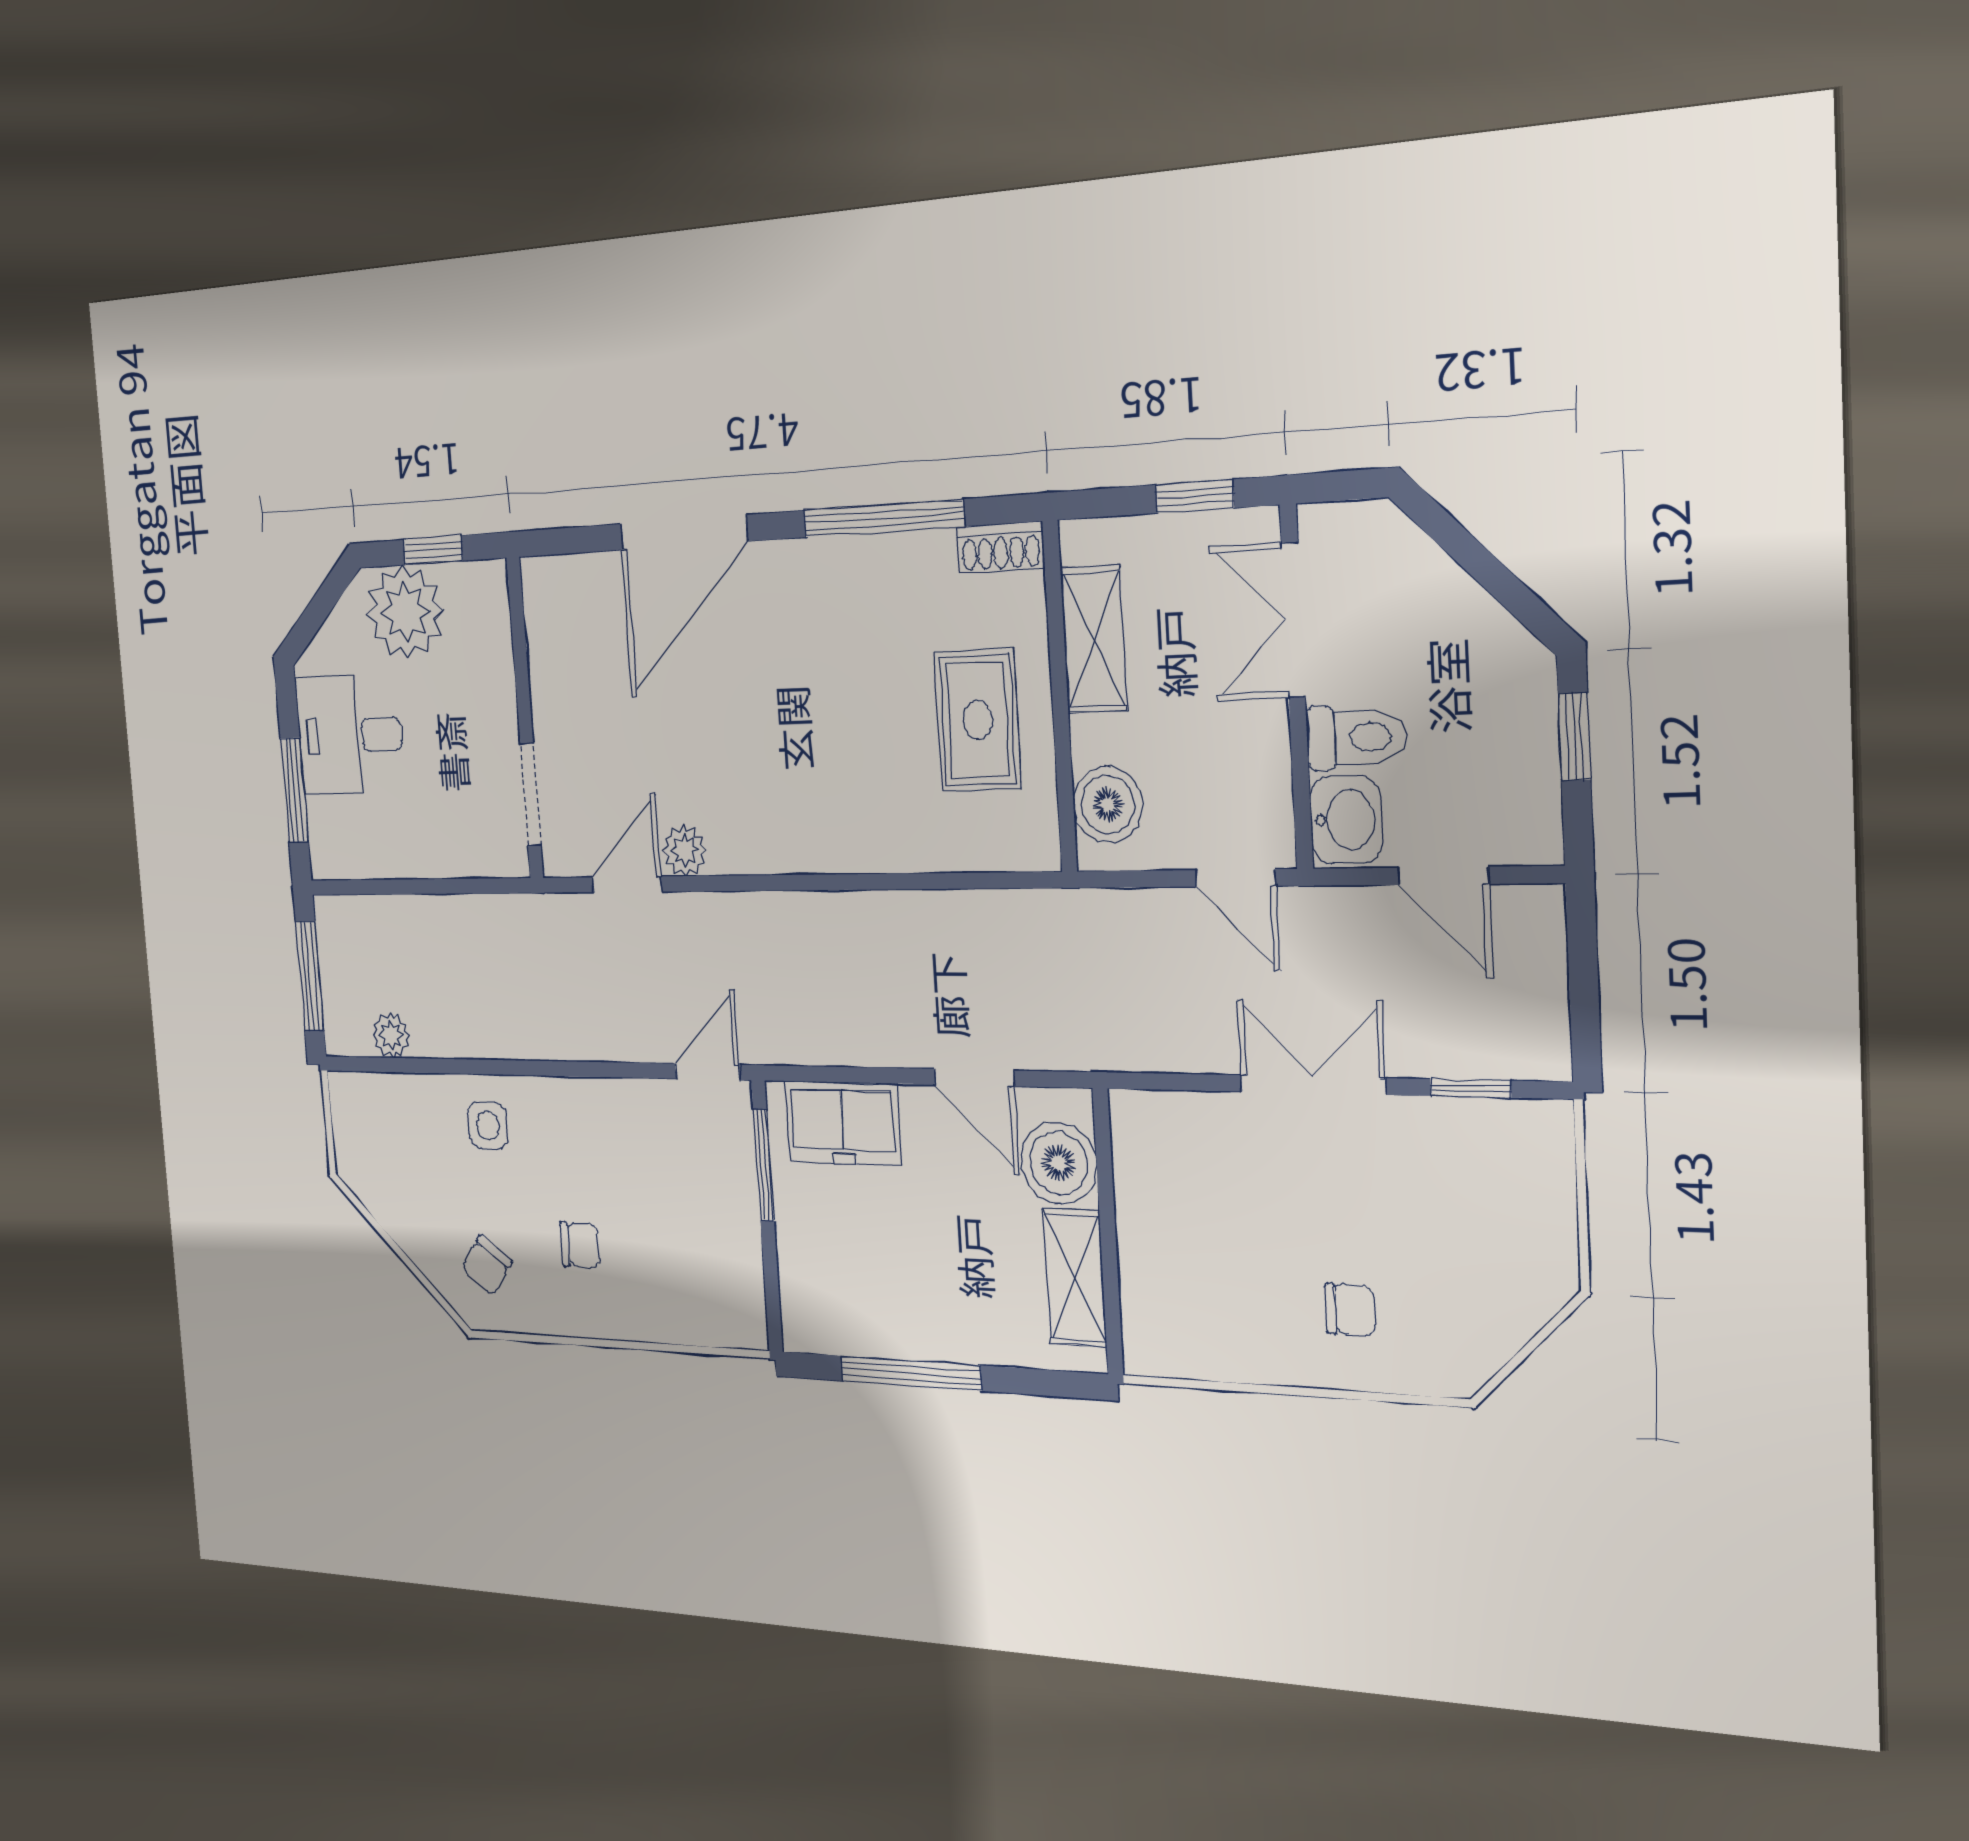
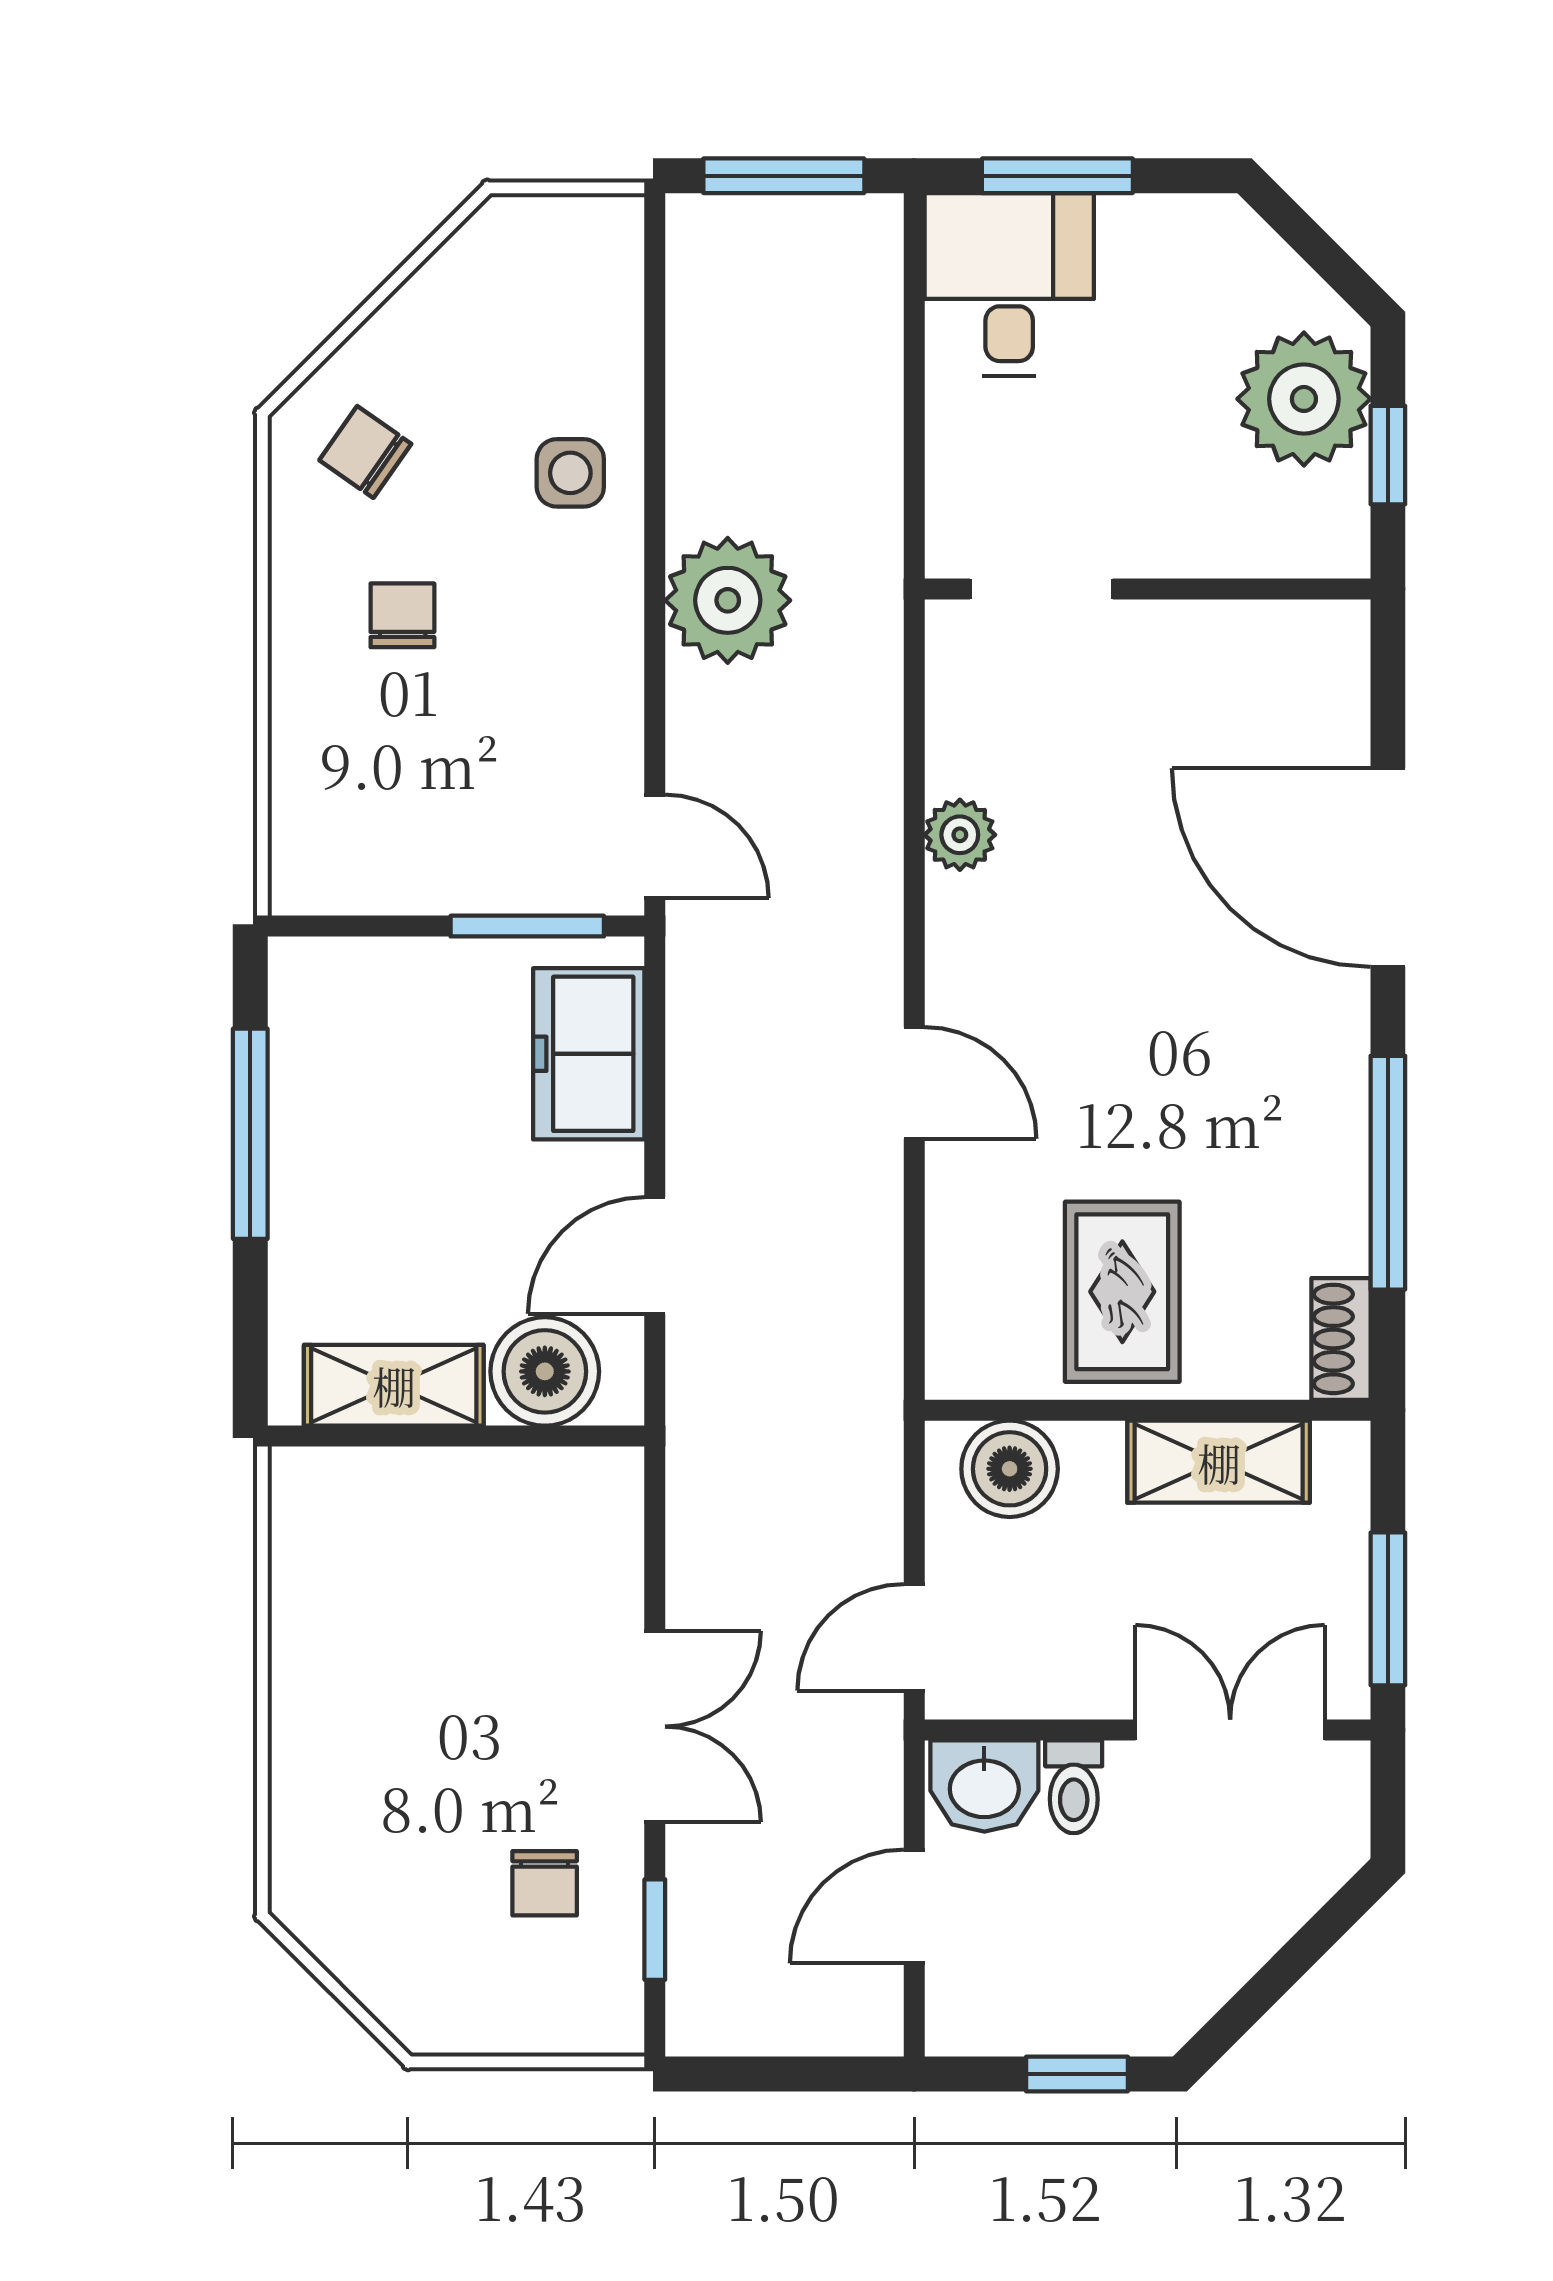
window: (1195, 496) -> (1388, 1609), width x1.50
rug: (978, 720) -> (1122, 1292), turned 90
desk: (350, 735) -> (1009, 284), moved
toilet: (1357, 737) -> (1074, 1787), width x0.73, depth x0.72
door: (627, 884) -> (914, 1083), moved
plant: (391, 1035) -> (728, 600), moved, width x1.88, depth x1.88
chair: (580, 1245) -> (402, 615), turned 180
chair: (1350, 1310) -> (545, 1883), moved

